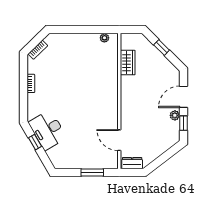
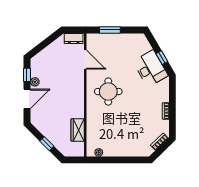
round table: (94, 105) -> (108, 92), added

